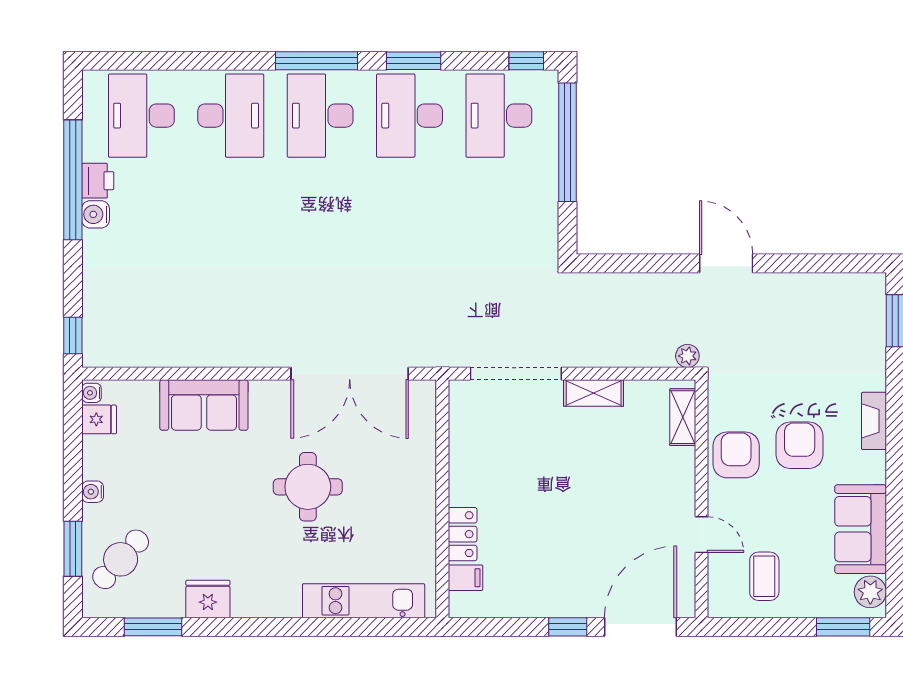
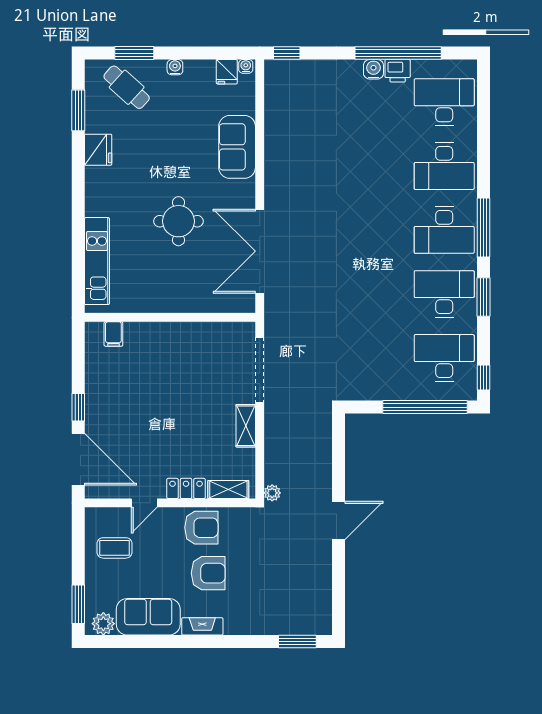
desk: (320, 116) -> (444, 230), turned 180
fireplace: (874, 421) -> (202, 626), moved
locker: (463, 534) -> (186, 488), moved, turned 180

